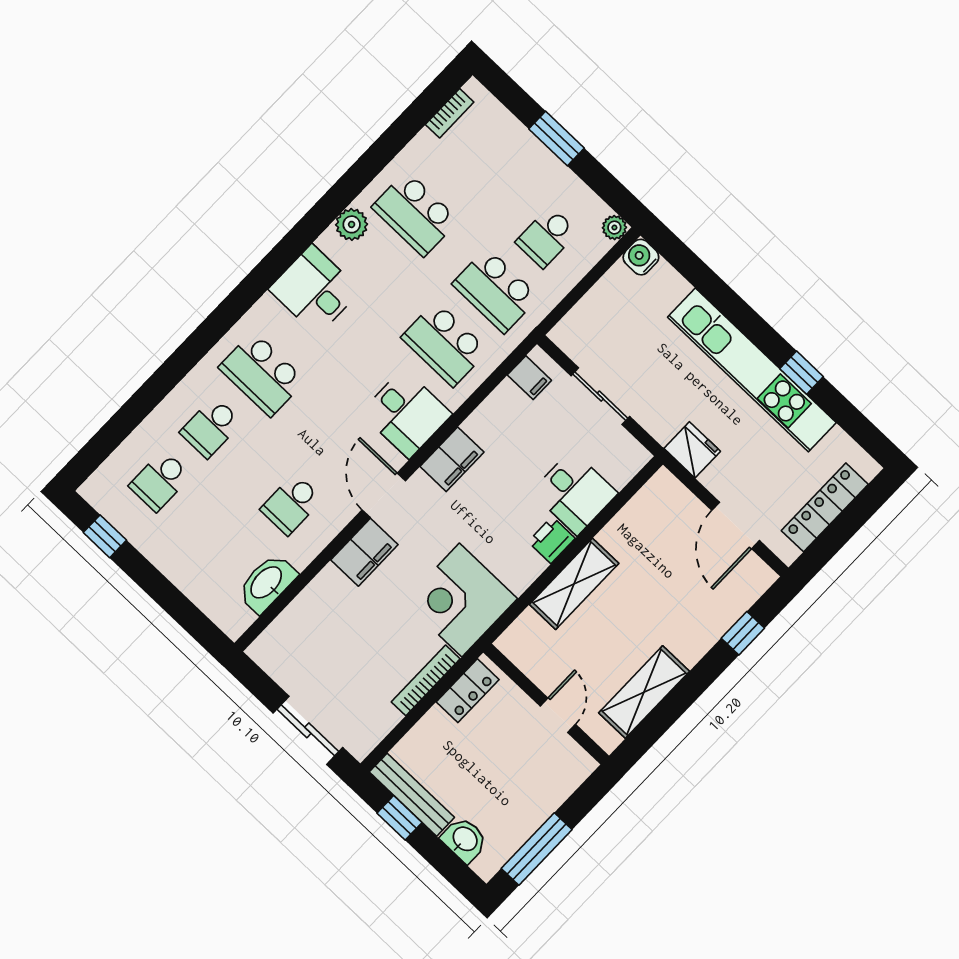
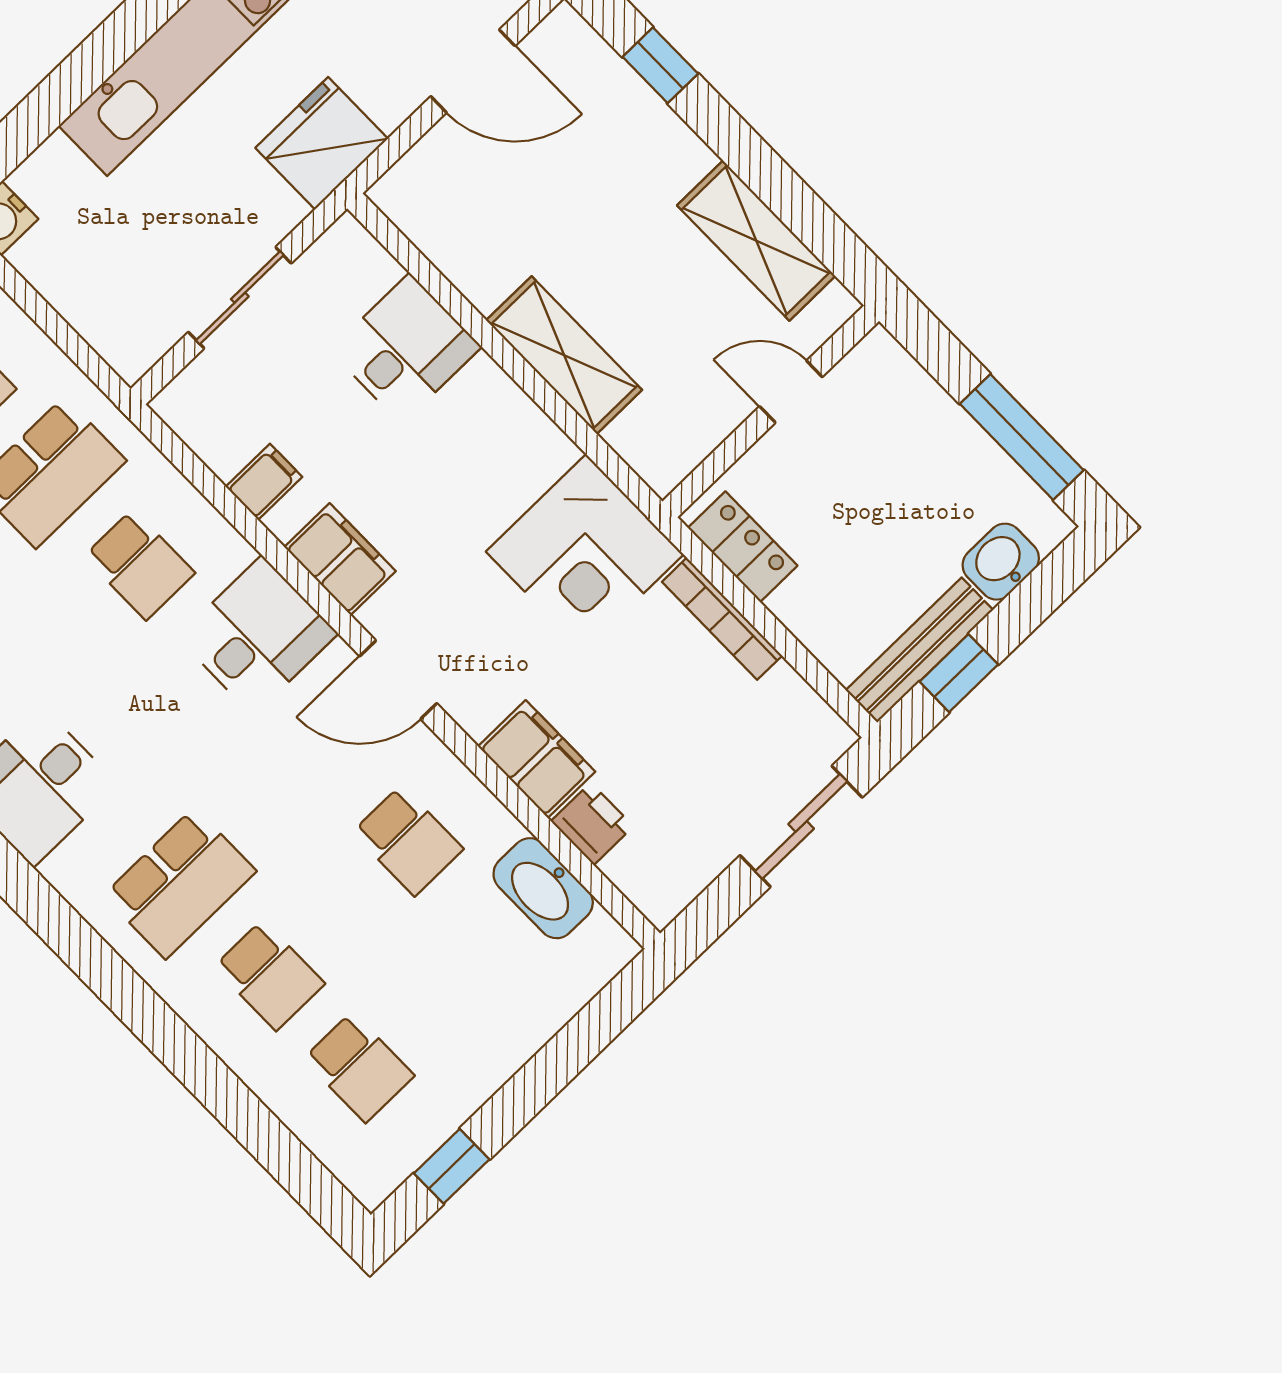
school desk: (445, 344) -> (139, 565), width x0.54
filing cabinet: (529, 378) -> (264, 482), moved
fridge: (692, 450) -> (322, 143), width x1.36, depth x1.34
printer: (552, 540) -> (592, 824), moved, turned 180
filing cabinet: (364, 552) -> (537, 759), moved

